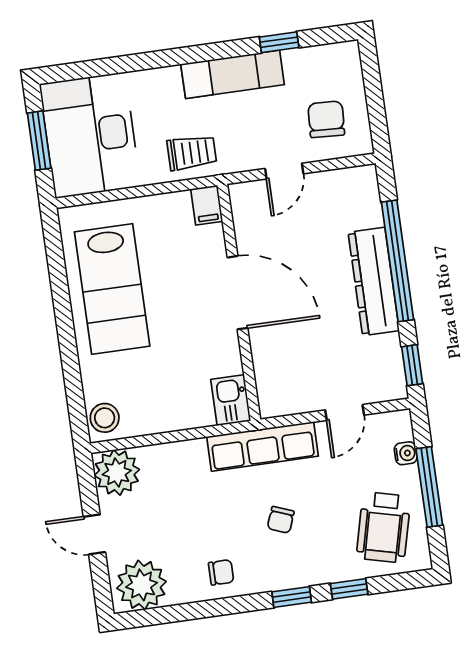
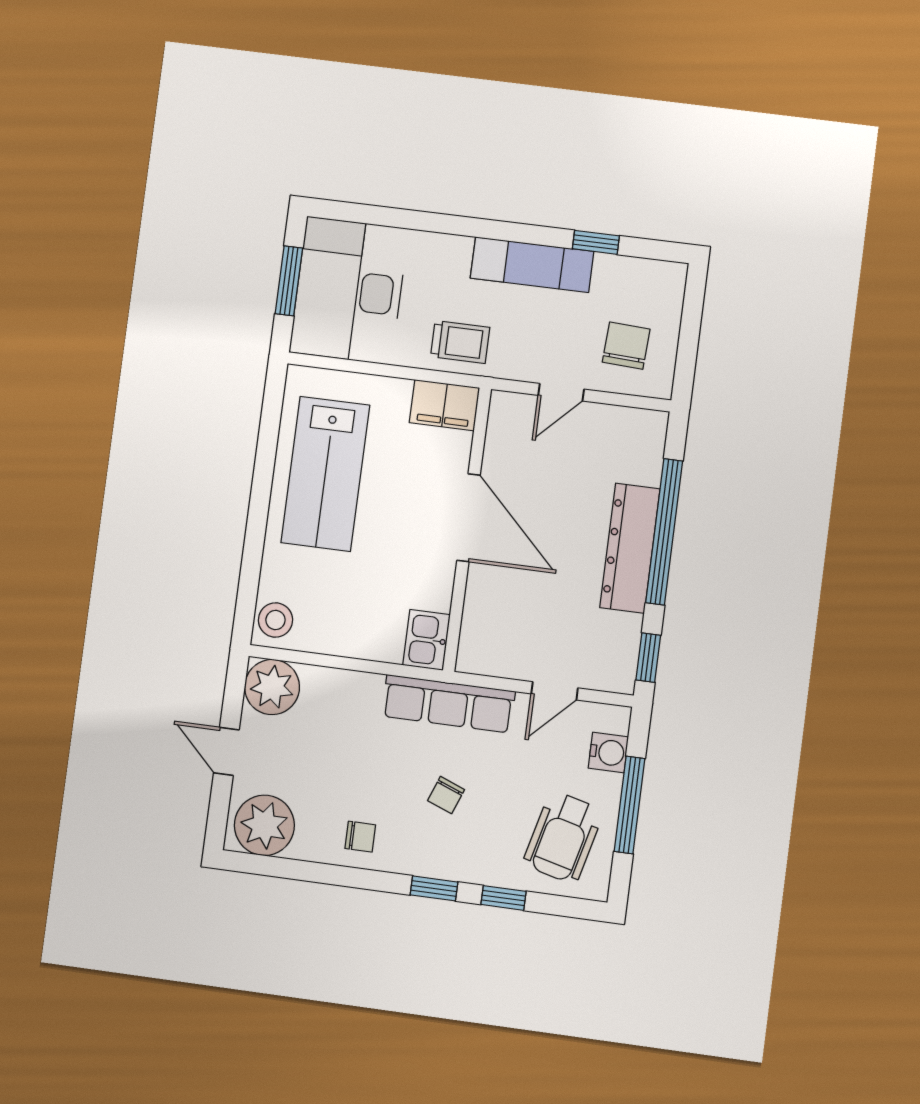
filing cabinet: (207, 205) -> (444, 405), width x2.00
water cooler: (406, 453) -> (608, 752), width x1.38, depth x1.38

